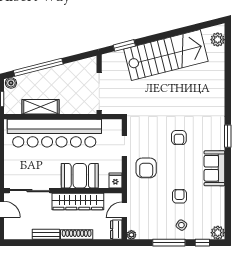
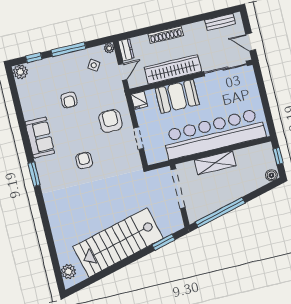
window: (38, 67) -> (220, 212), moved
shelving: (40, 107) -> (215, 163), moved
side table: (181, 225) -> (94, 65), moved
bench: (46, 234) -> (220, 22), moved

